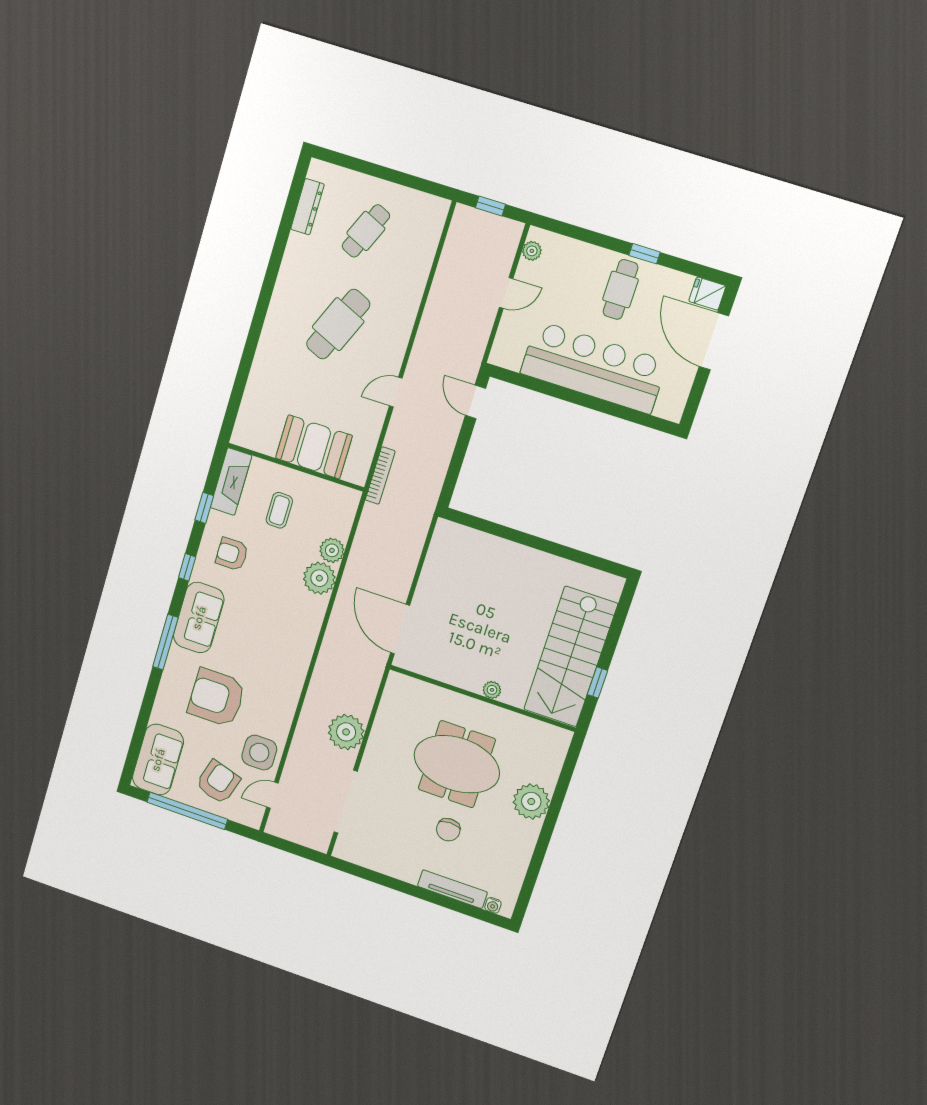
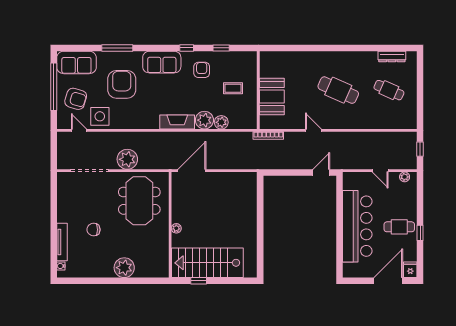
fireplace: (231, 482) -> (177, 122), moved, turned 180
window: (165, 642) -> (117, 48), moved
meeting table: (457, 764) -> (139, 201), moved

